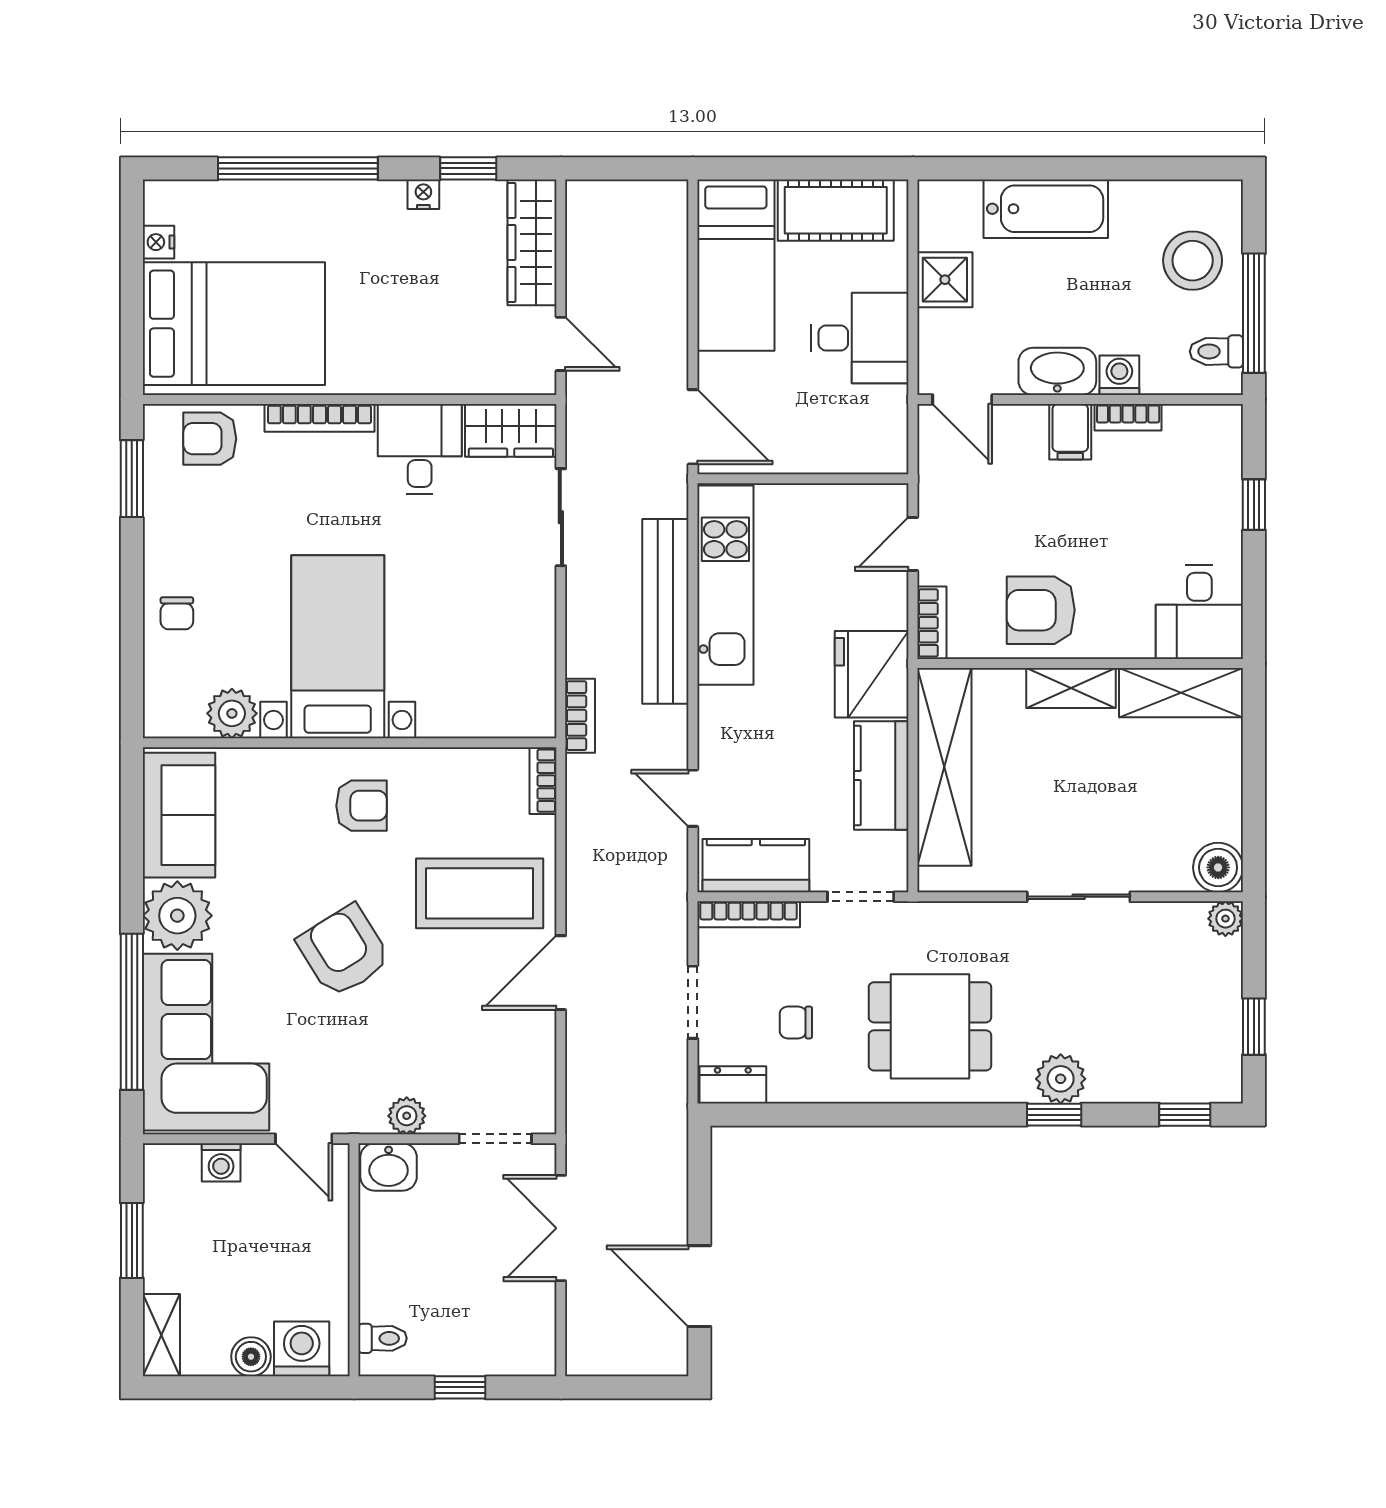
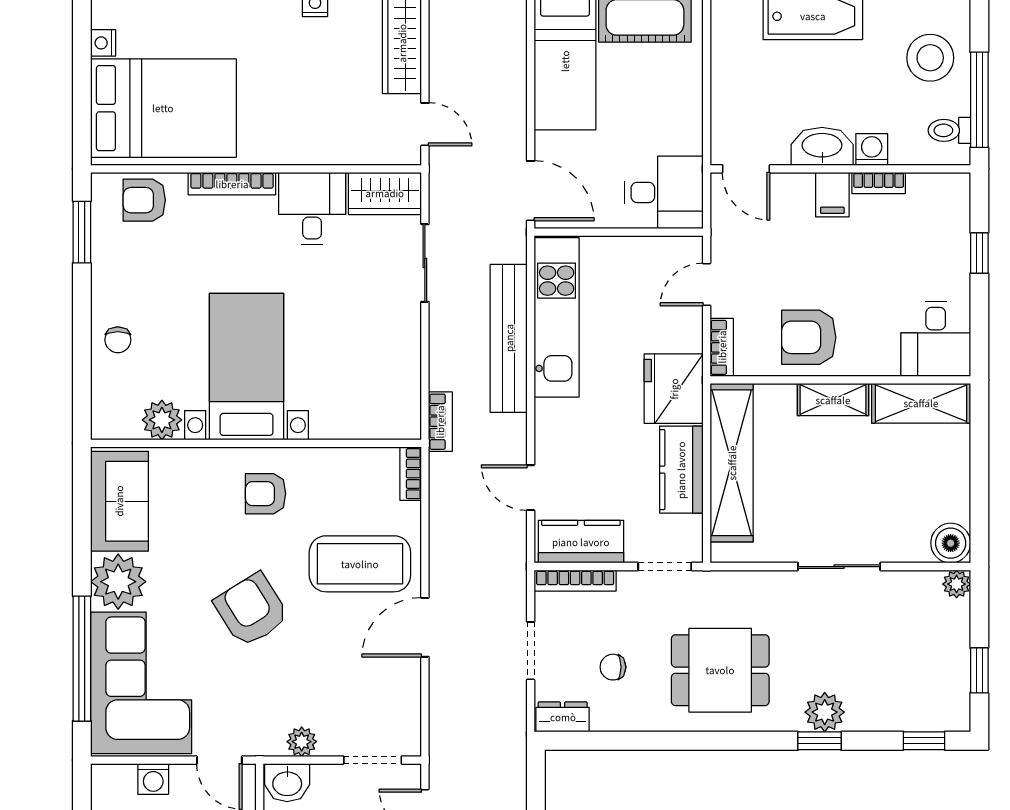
shower: (945, 280) -> (732, 73), removed
desk: (860, 338) -> (664, 192), moved
armchair: (362, 806) -> (266, 494), turned 180

